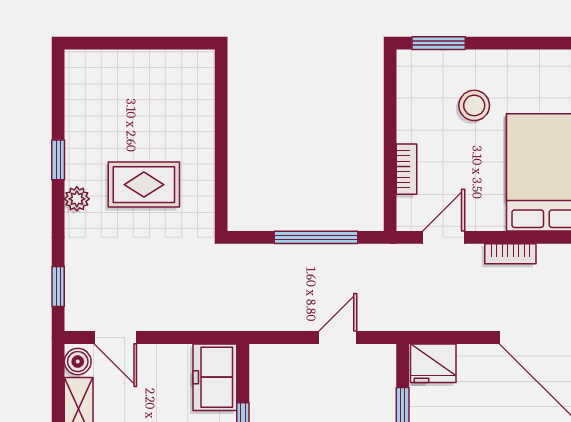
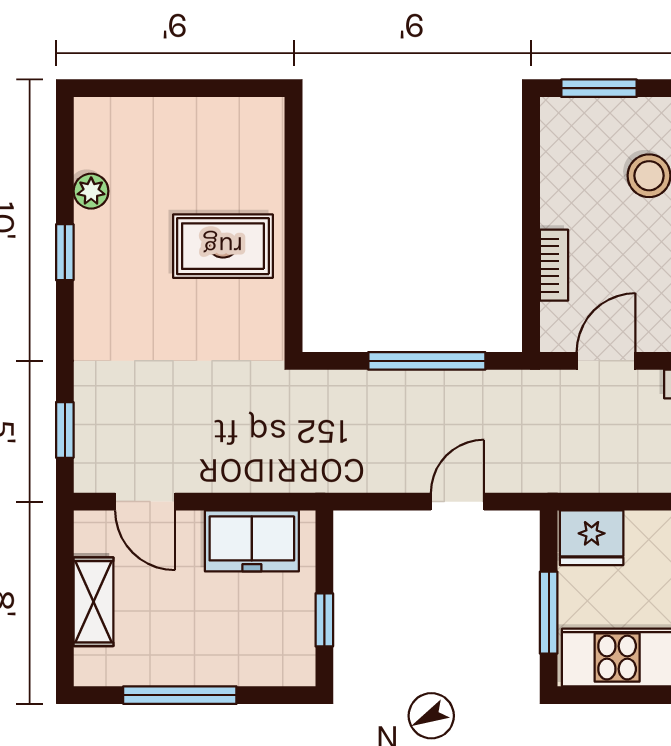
rug: (144, 185) -> (223, 246), moved
plant: (77, 199) -> (91, 191), moved
boiler: (78, 362) -> (92, 535), removed
freezer: (215, 377) -> (252, 541), moved, turned -90

